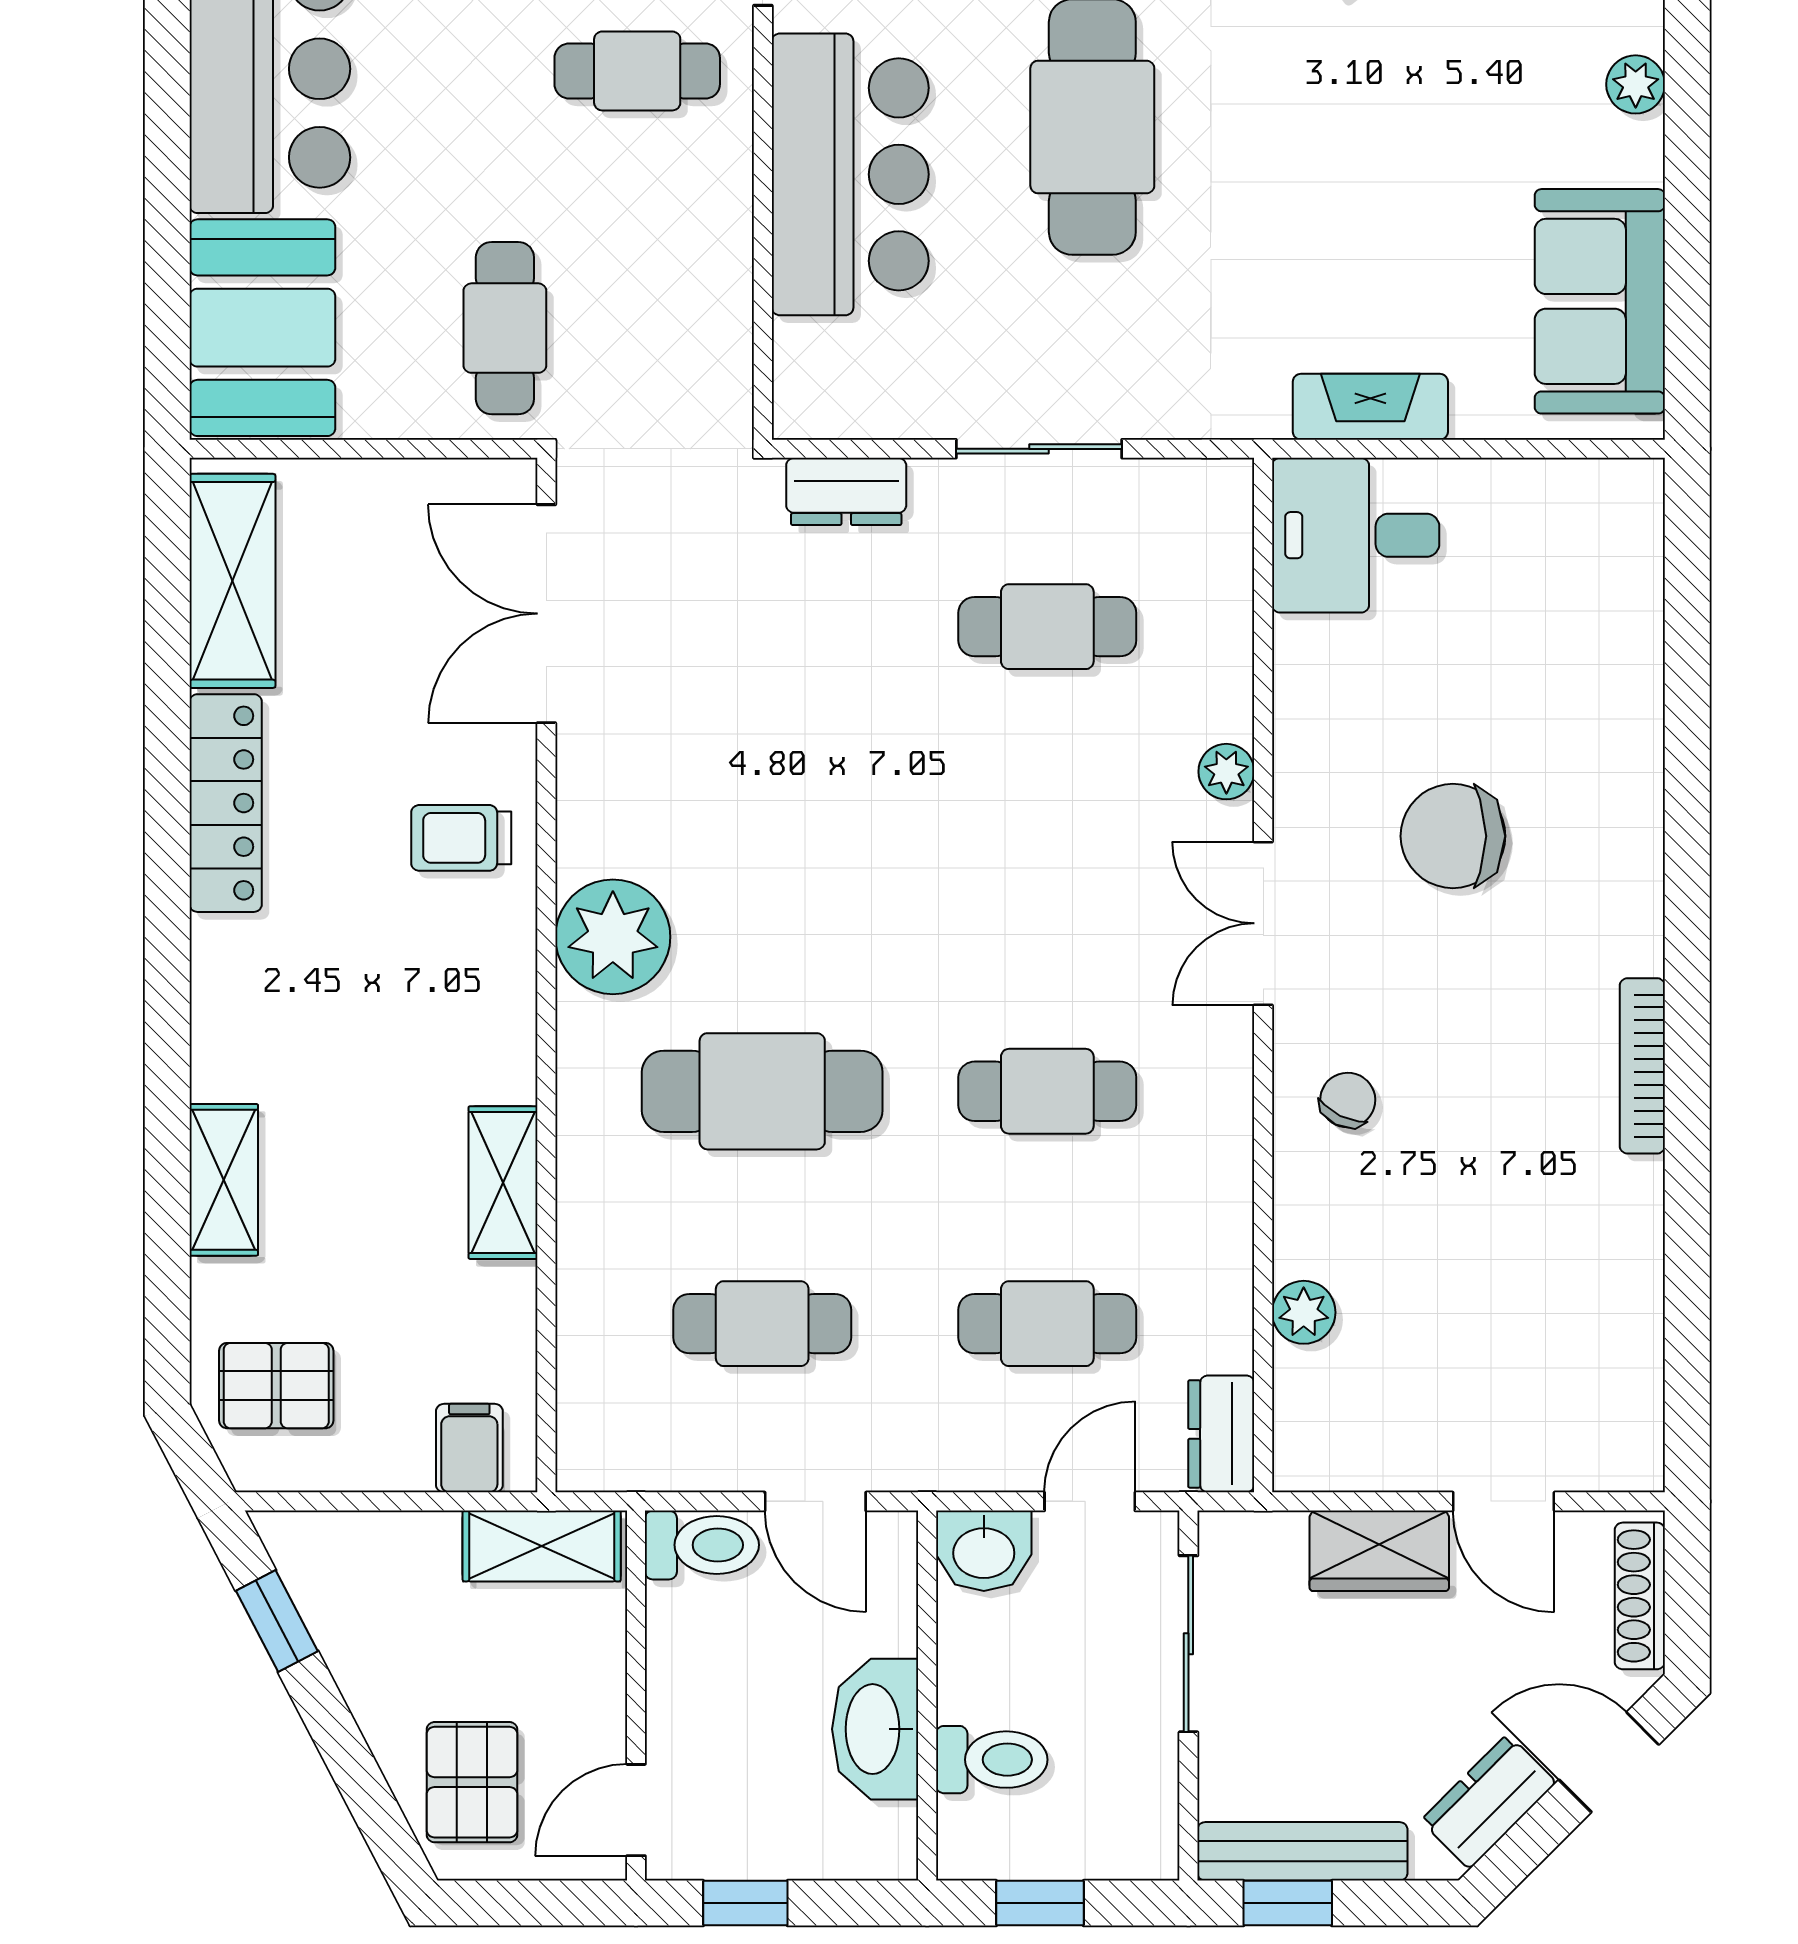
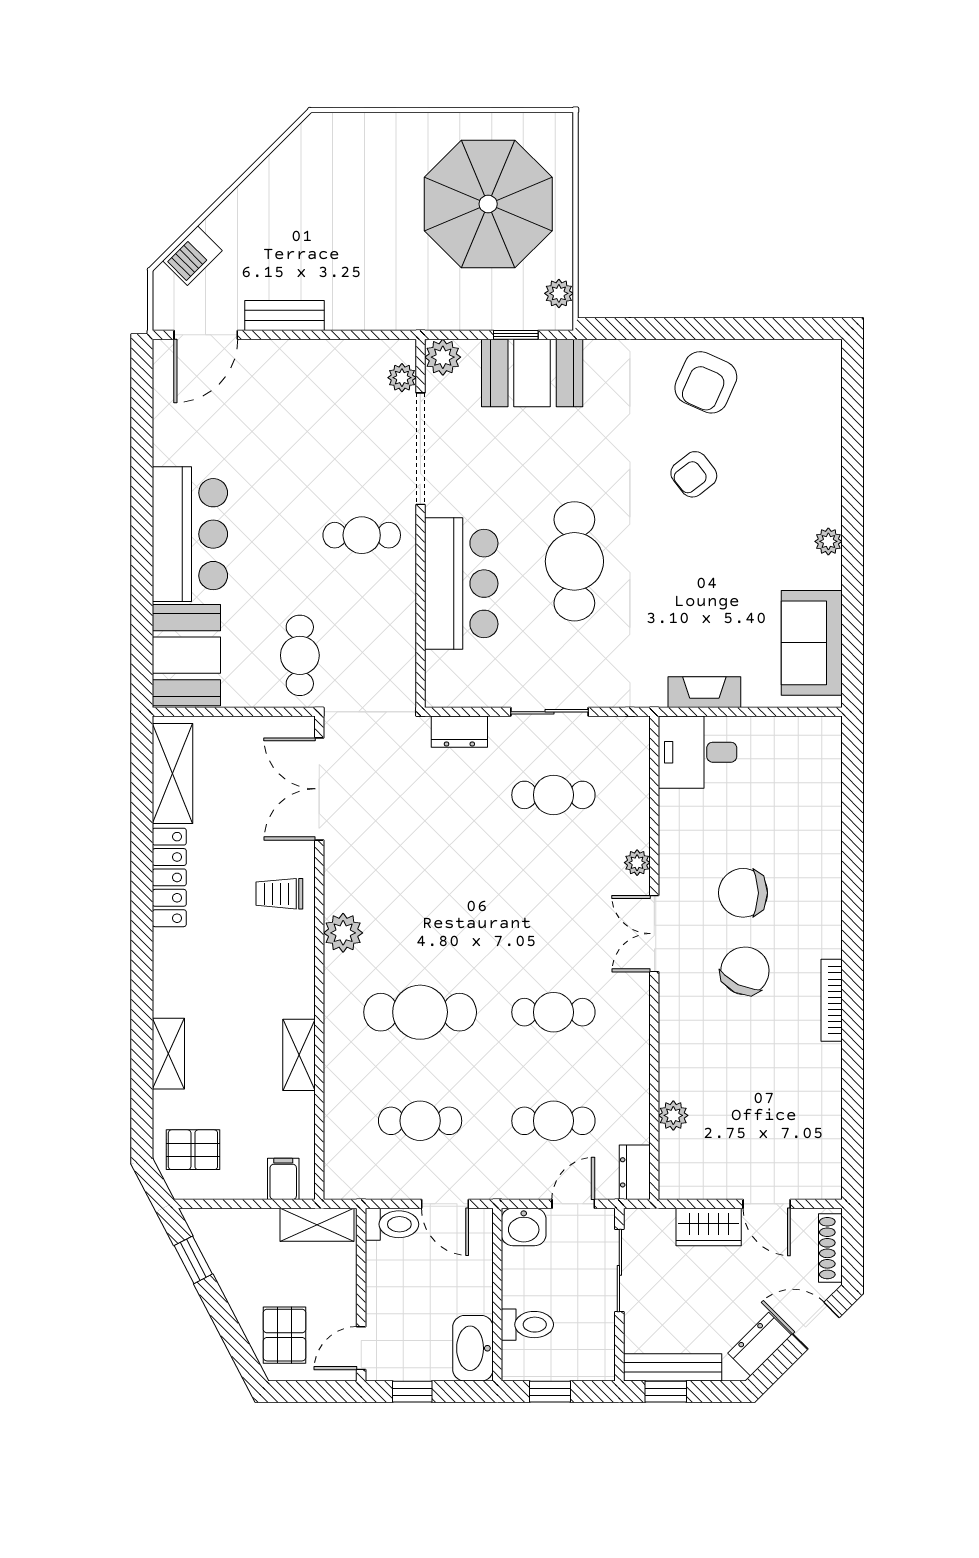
plant: (613, 937) -> (343, 933), width x0.73, depth x0.73
chair: (1348, 1100) -> (745, 971), moved, width x1.87, depth x1.87
washbasin: (875, 1729) -> (473, 1348), moved

